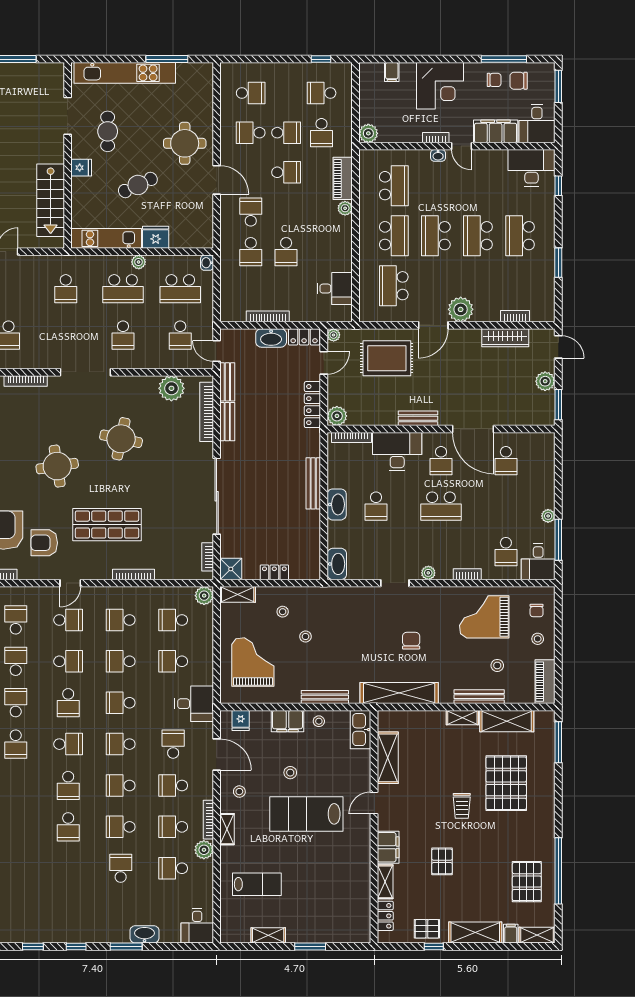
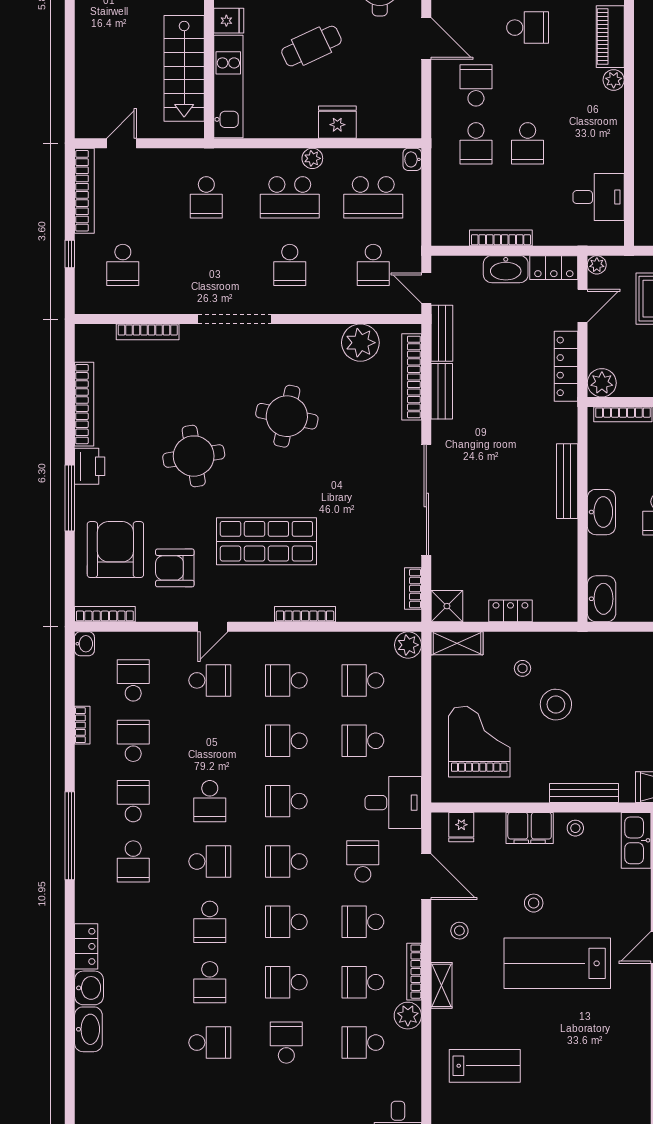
kitchen unit: (106, 238) -> (228, 87), moved, turned 90
stool: (305, 636) -> (556, 705), width x1.89, depth x1.89
school desk: (68, 661) -> (210, 1043), moved

